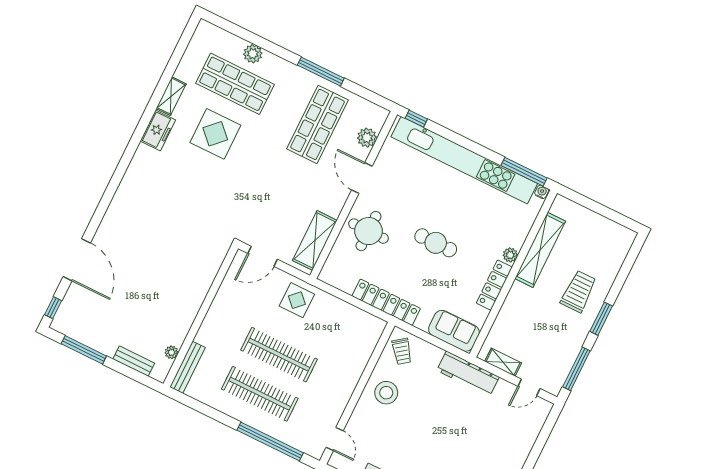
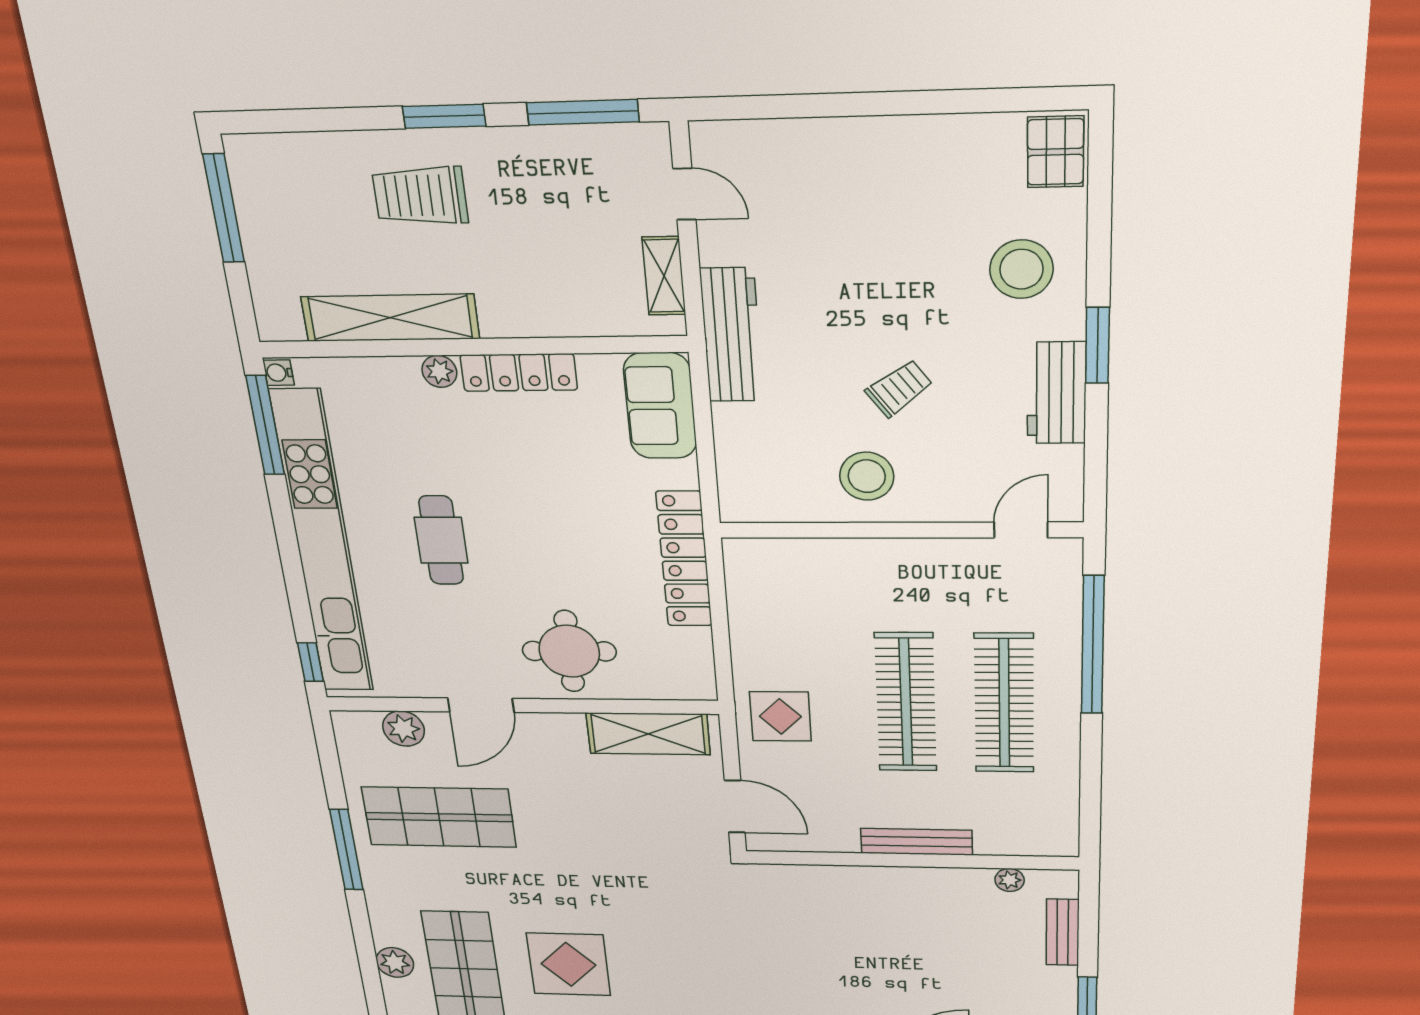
window: (612, 215) -> (224, 208), added
cafe table: (436, 243) -> (441, 540), moved
trolley: (402, 351) -> (899, 388), moved
bench: (187, 367) -> (916, 842), moved

